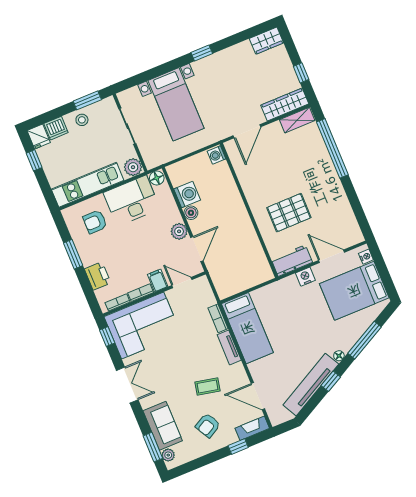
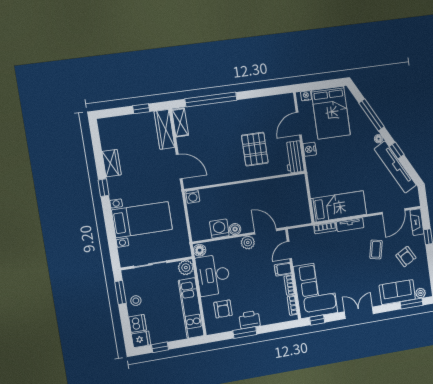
wardrobe: (266, 41) -> (112, 163), moved
printer: (98, 276) -> (250, 320), moved

